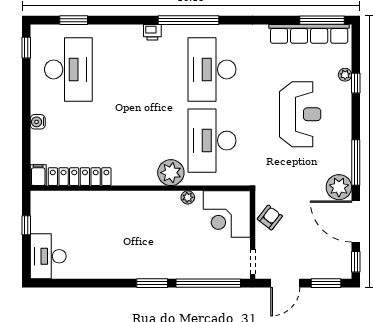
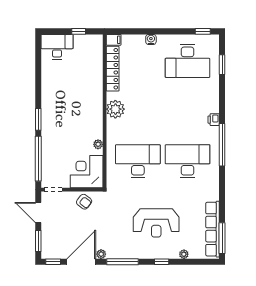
window: (356, 83) -> (162, 262), moved
plant: (171, 173) -> (115, 109), moved
plant: (339, 187) -> (101, 254), width x0.53, depth x0.53

